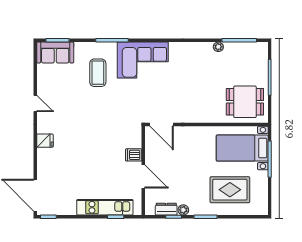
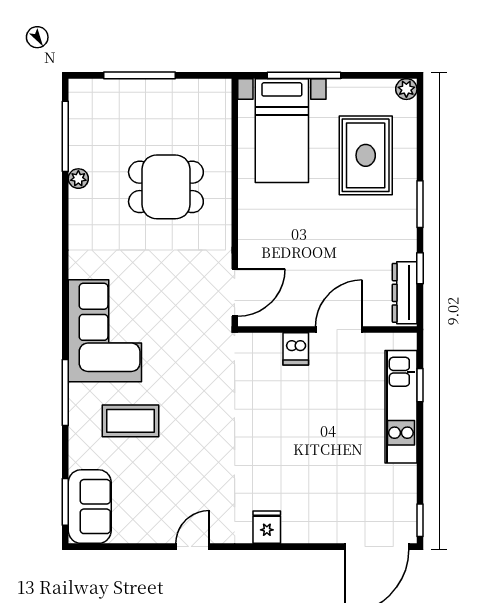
dining table: (245, 102) -> (166, 187), moved, turned 90
dresser: (166, 209) -> (405, 293), width x1.44
plant: (183, 210) -> (406, 89), moved

